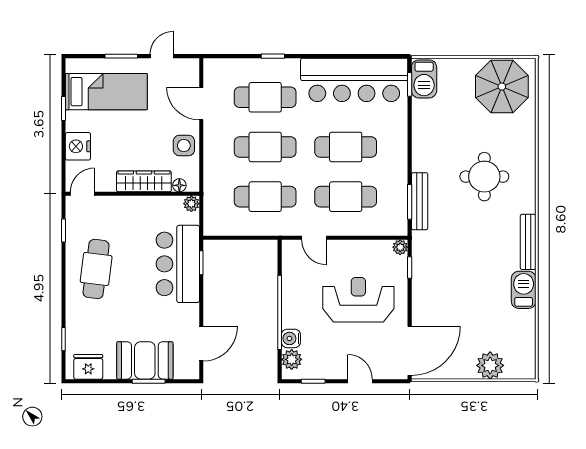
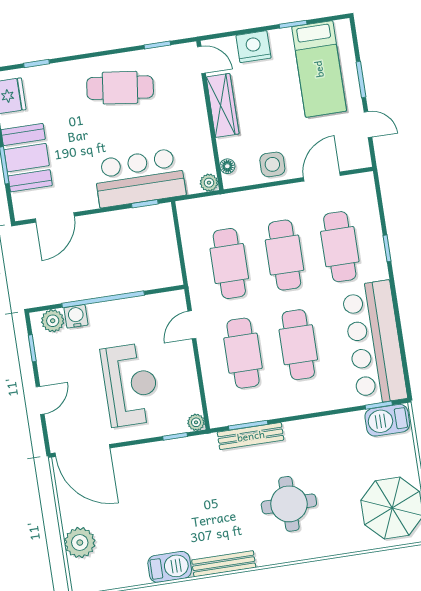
wardrobe: (144, 181) -> (223, 105), moved
door: (201, 344) -> (55, 217), hinge flipped

